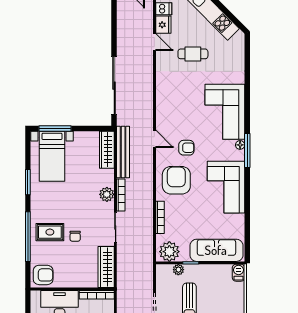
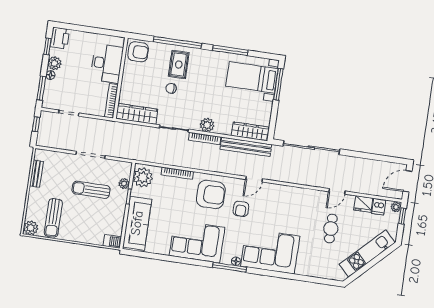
door: (154, 42) -> (337, 191), moved
window: (28, 182) -> (230, 50), width x1.44
armchair: (43, 275) -> (138, 52), turned -90

